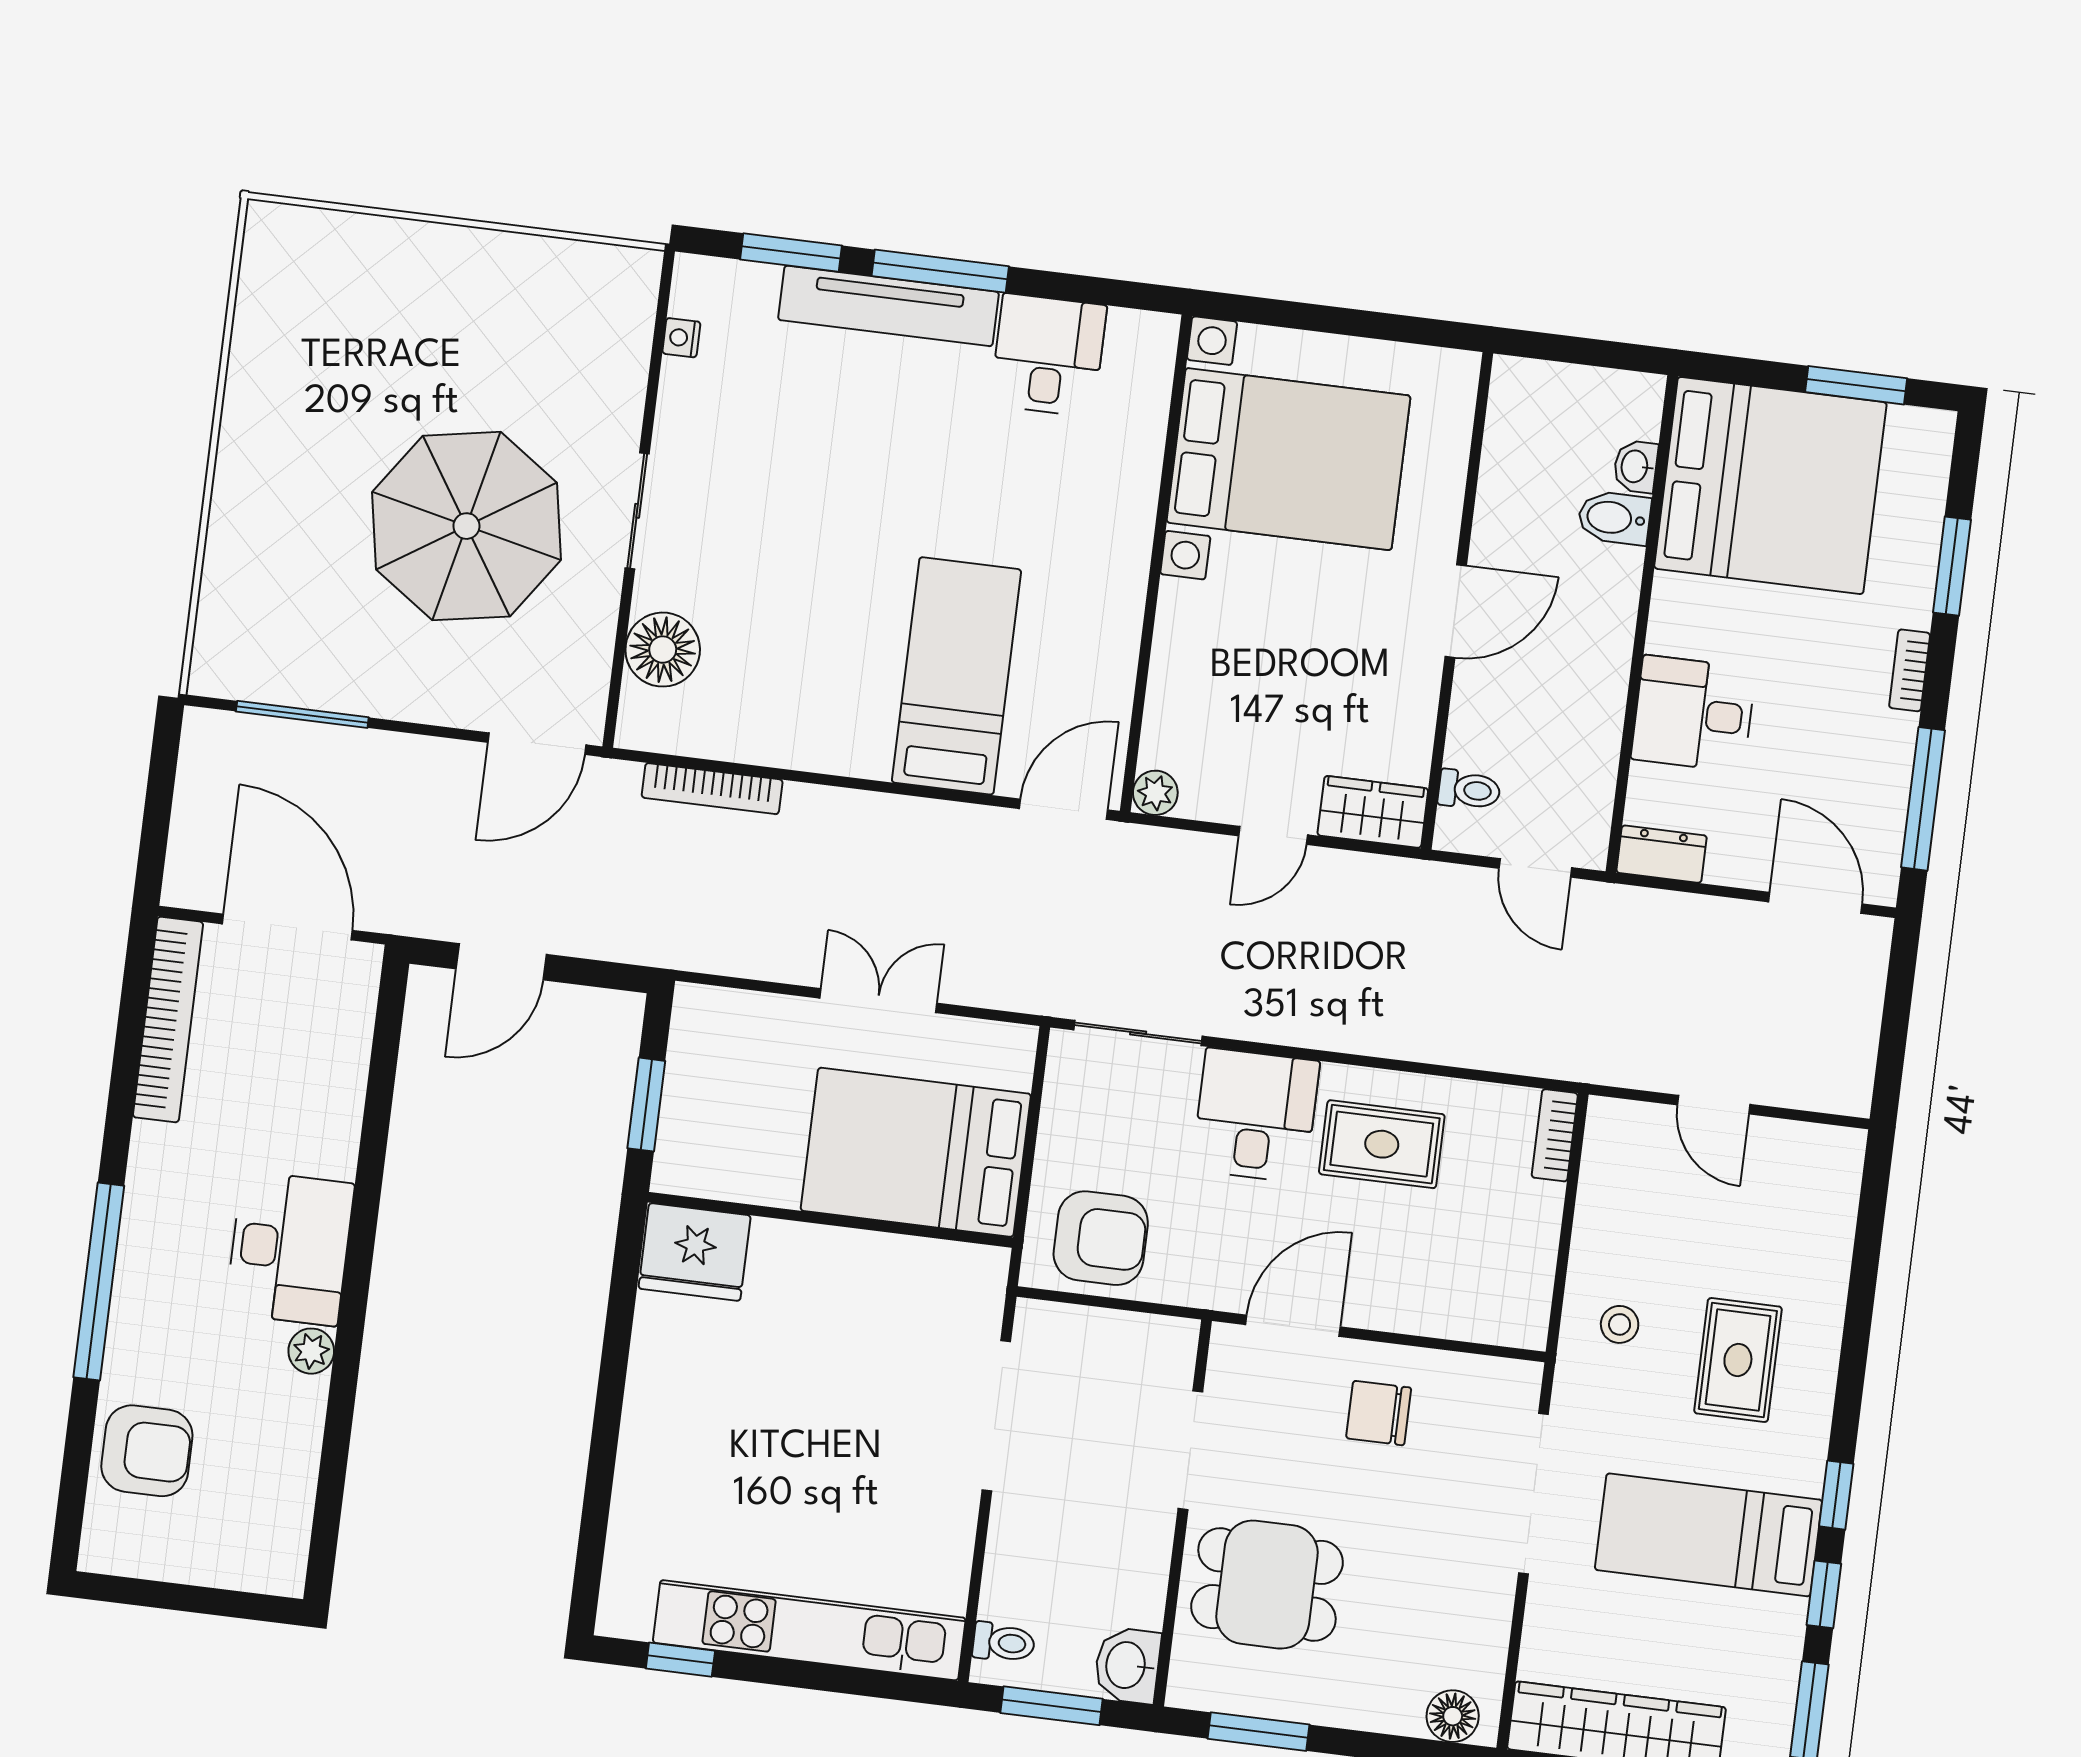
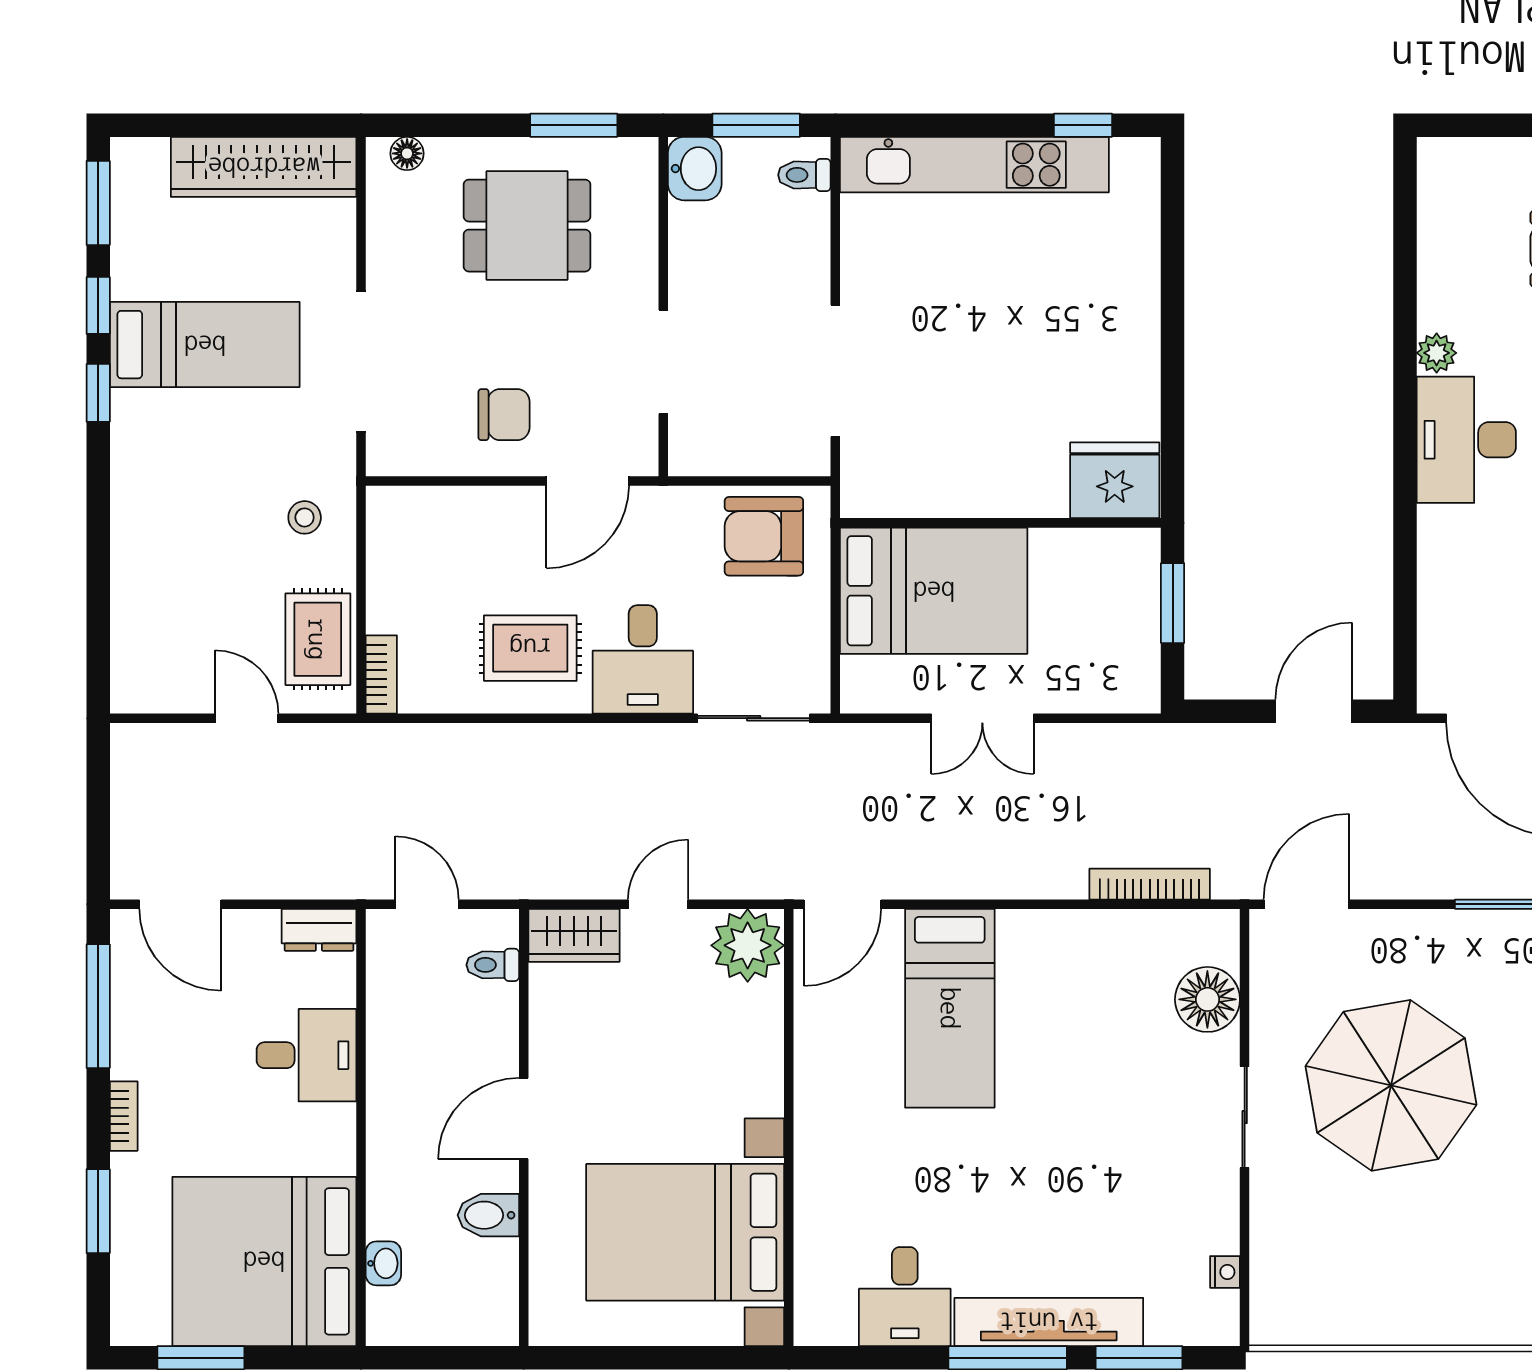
bidet: (1614, 518) -> (488, 1215), moved, turned 180
plant: (1155, 793) -> (748, 945), width x1.87, depth x1.87
rug: (1738, 1360) -> (318, 639), moved
dining table: (1267, 1585) -> (527, 226), moved
floor lamp: (1453, 1716) -> (407, 153), width x0.73, depth x0.73

